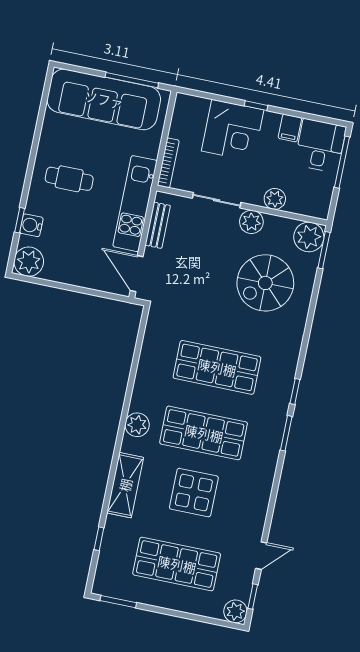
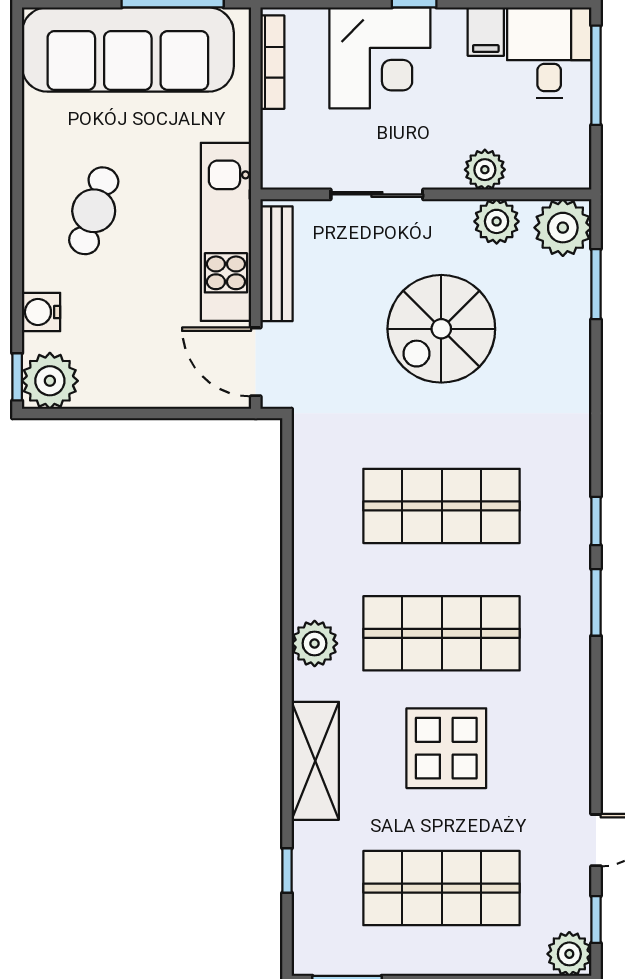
bookcase: (168, 163) -> (272, 62), moved
cafe table: (69, 179) -> (94, 211), turned -72
window: (20, 220) -> (17, 377), moved
plant: (251, 222) -> (497, 221), moved
bench: (158, 225) -> (277, 264), width x1.36
window: (324, 250) -> (596, 284), moved
spiral stairs: (265, 283) -> (441, 329), moved

